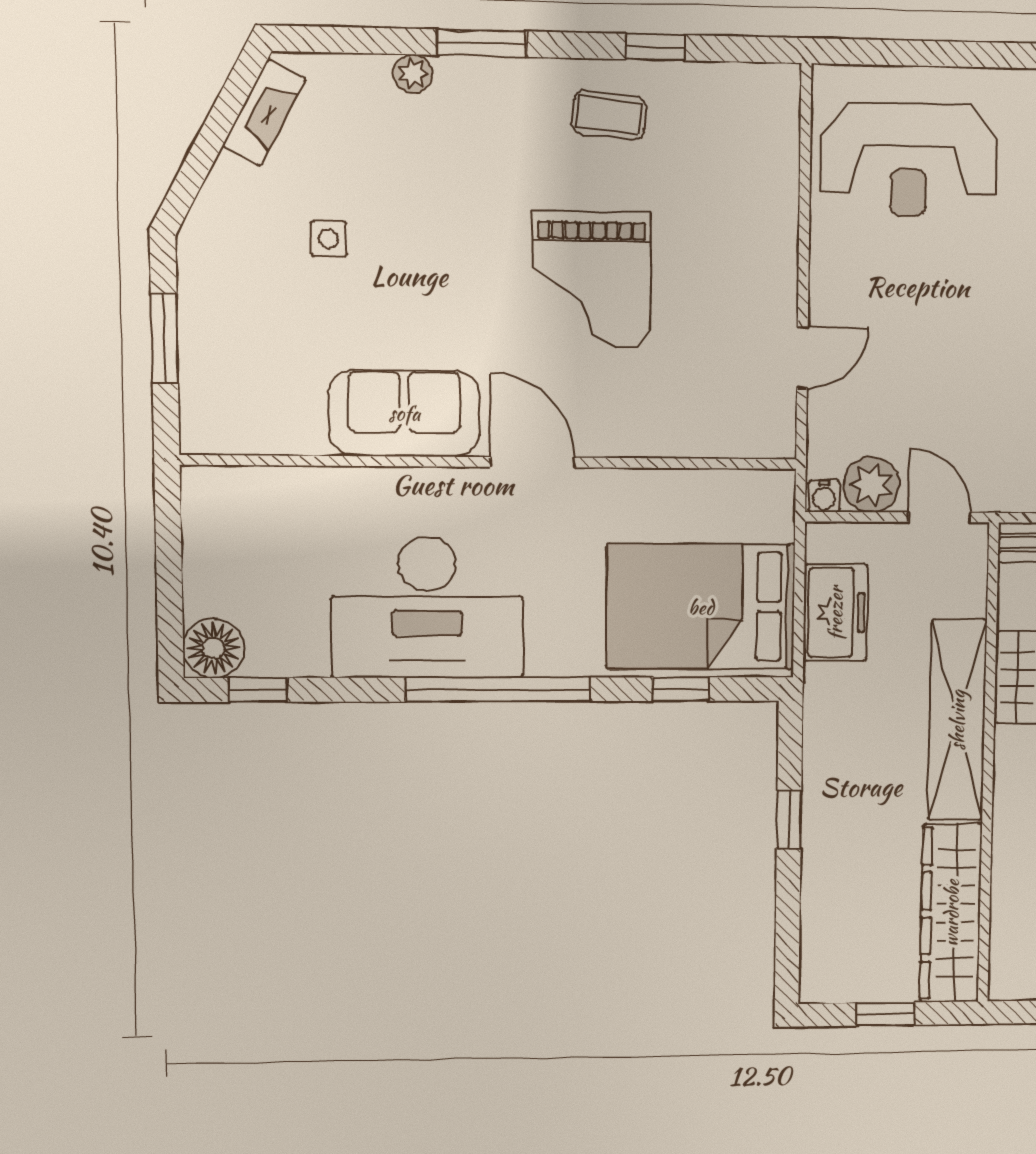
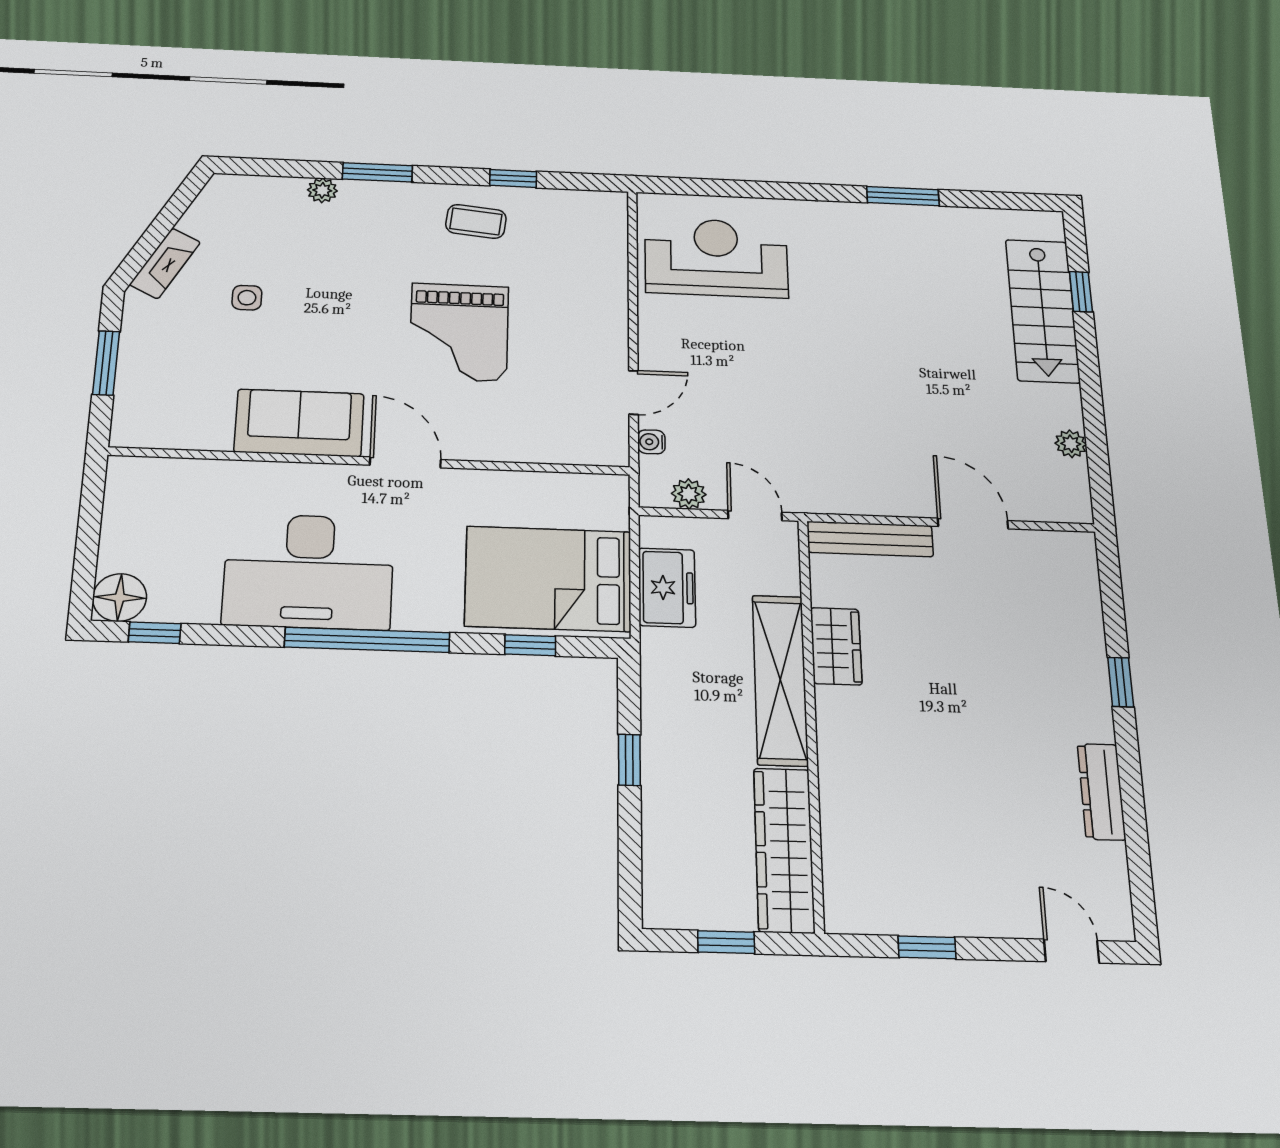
fireplace: (264, 112) -> (165, 263), moved
reception desk: (909, 160) -> (716, 258), turned 180
plant: (872, 485) -> (689, 494), width x0.73, depth x0.73
water cooler: (824, 496) -> (651, 442), moved, turned 90

